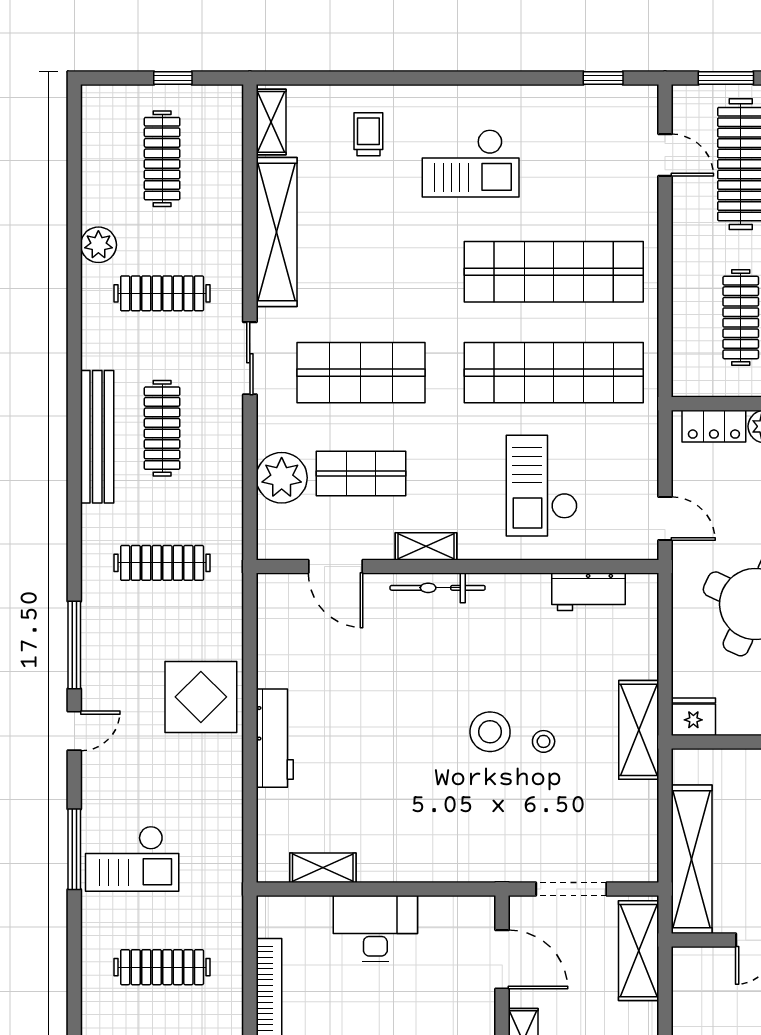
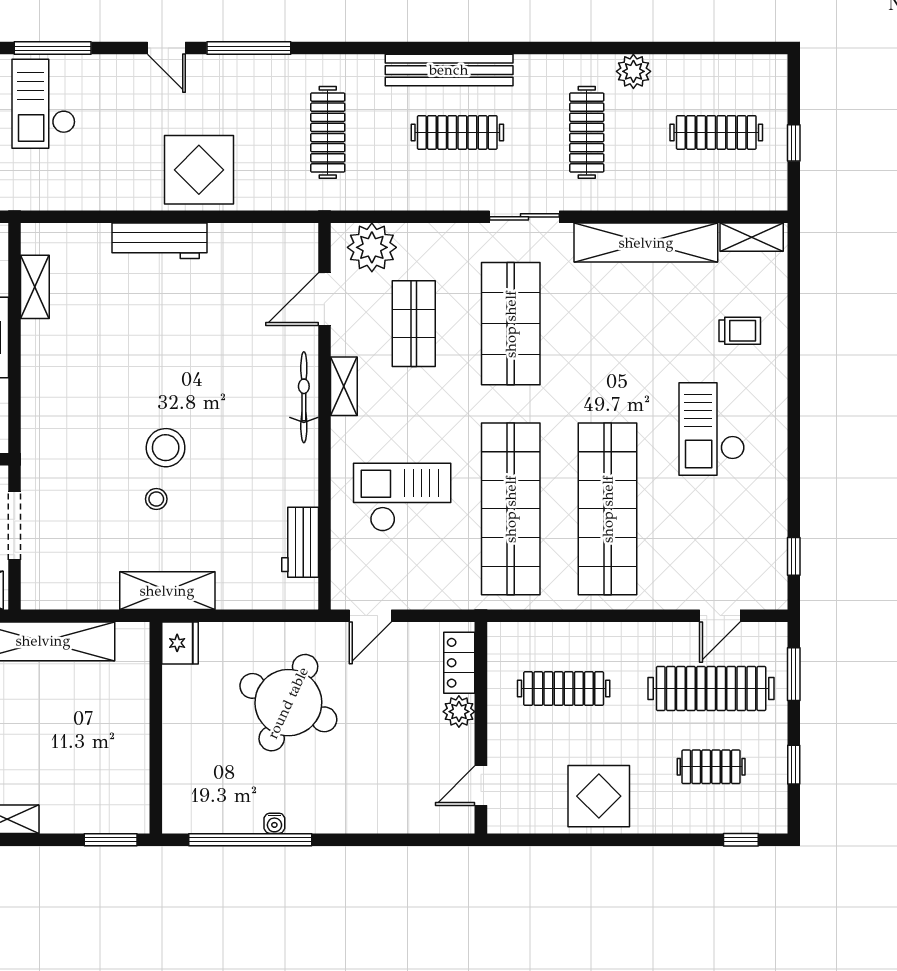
plant: (282, 478) -> (372, 247), moved

